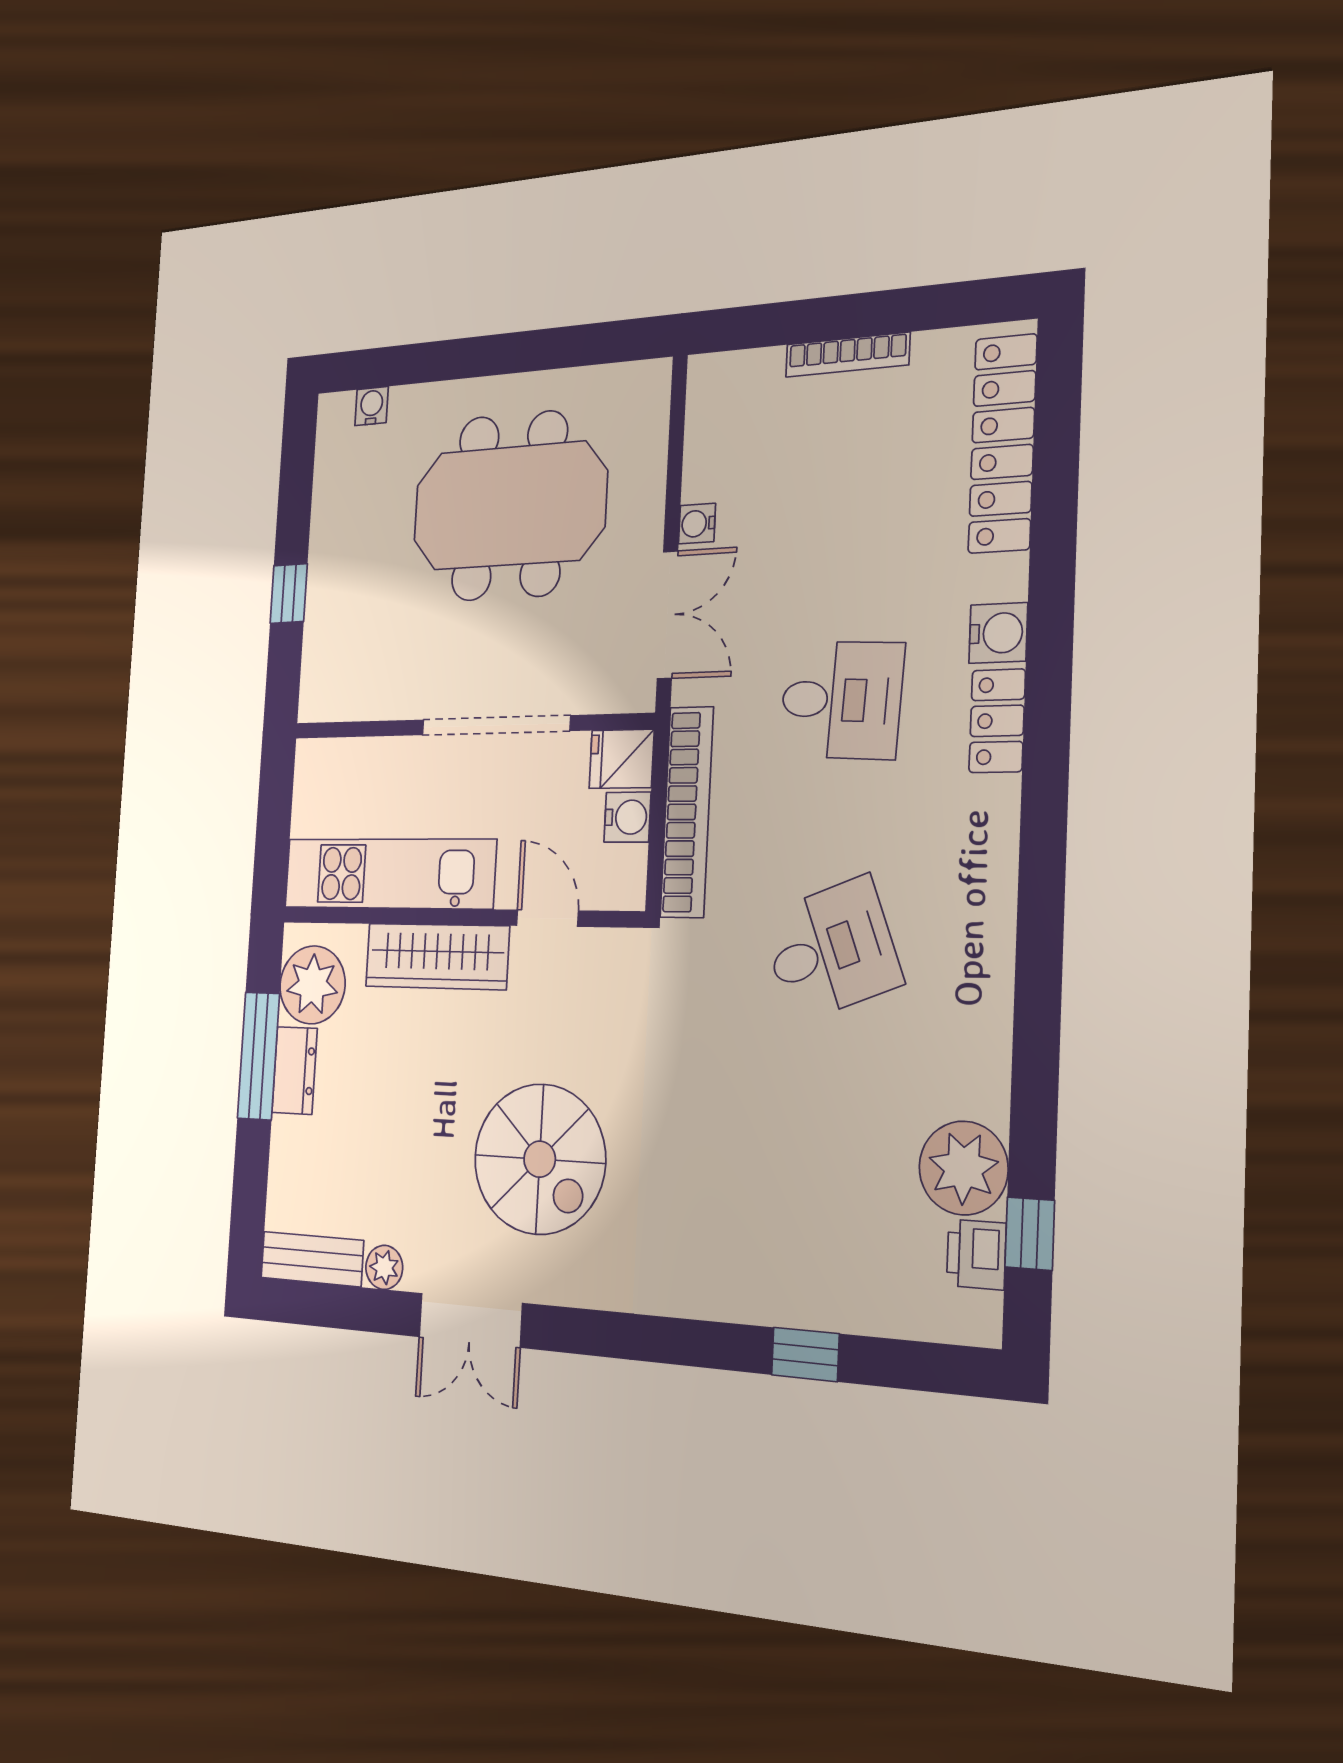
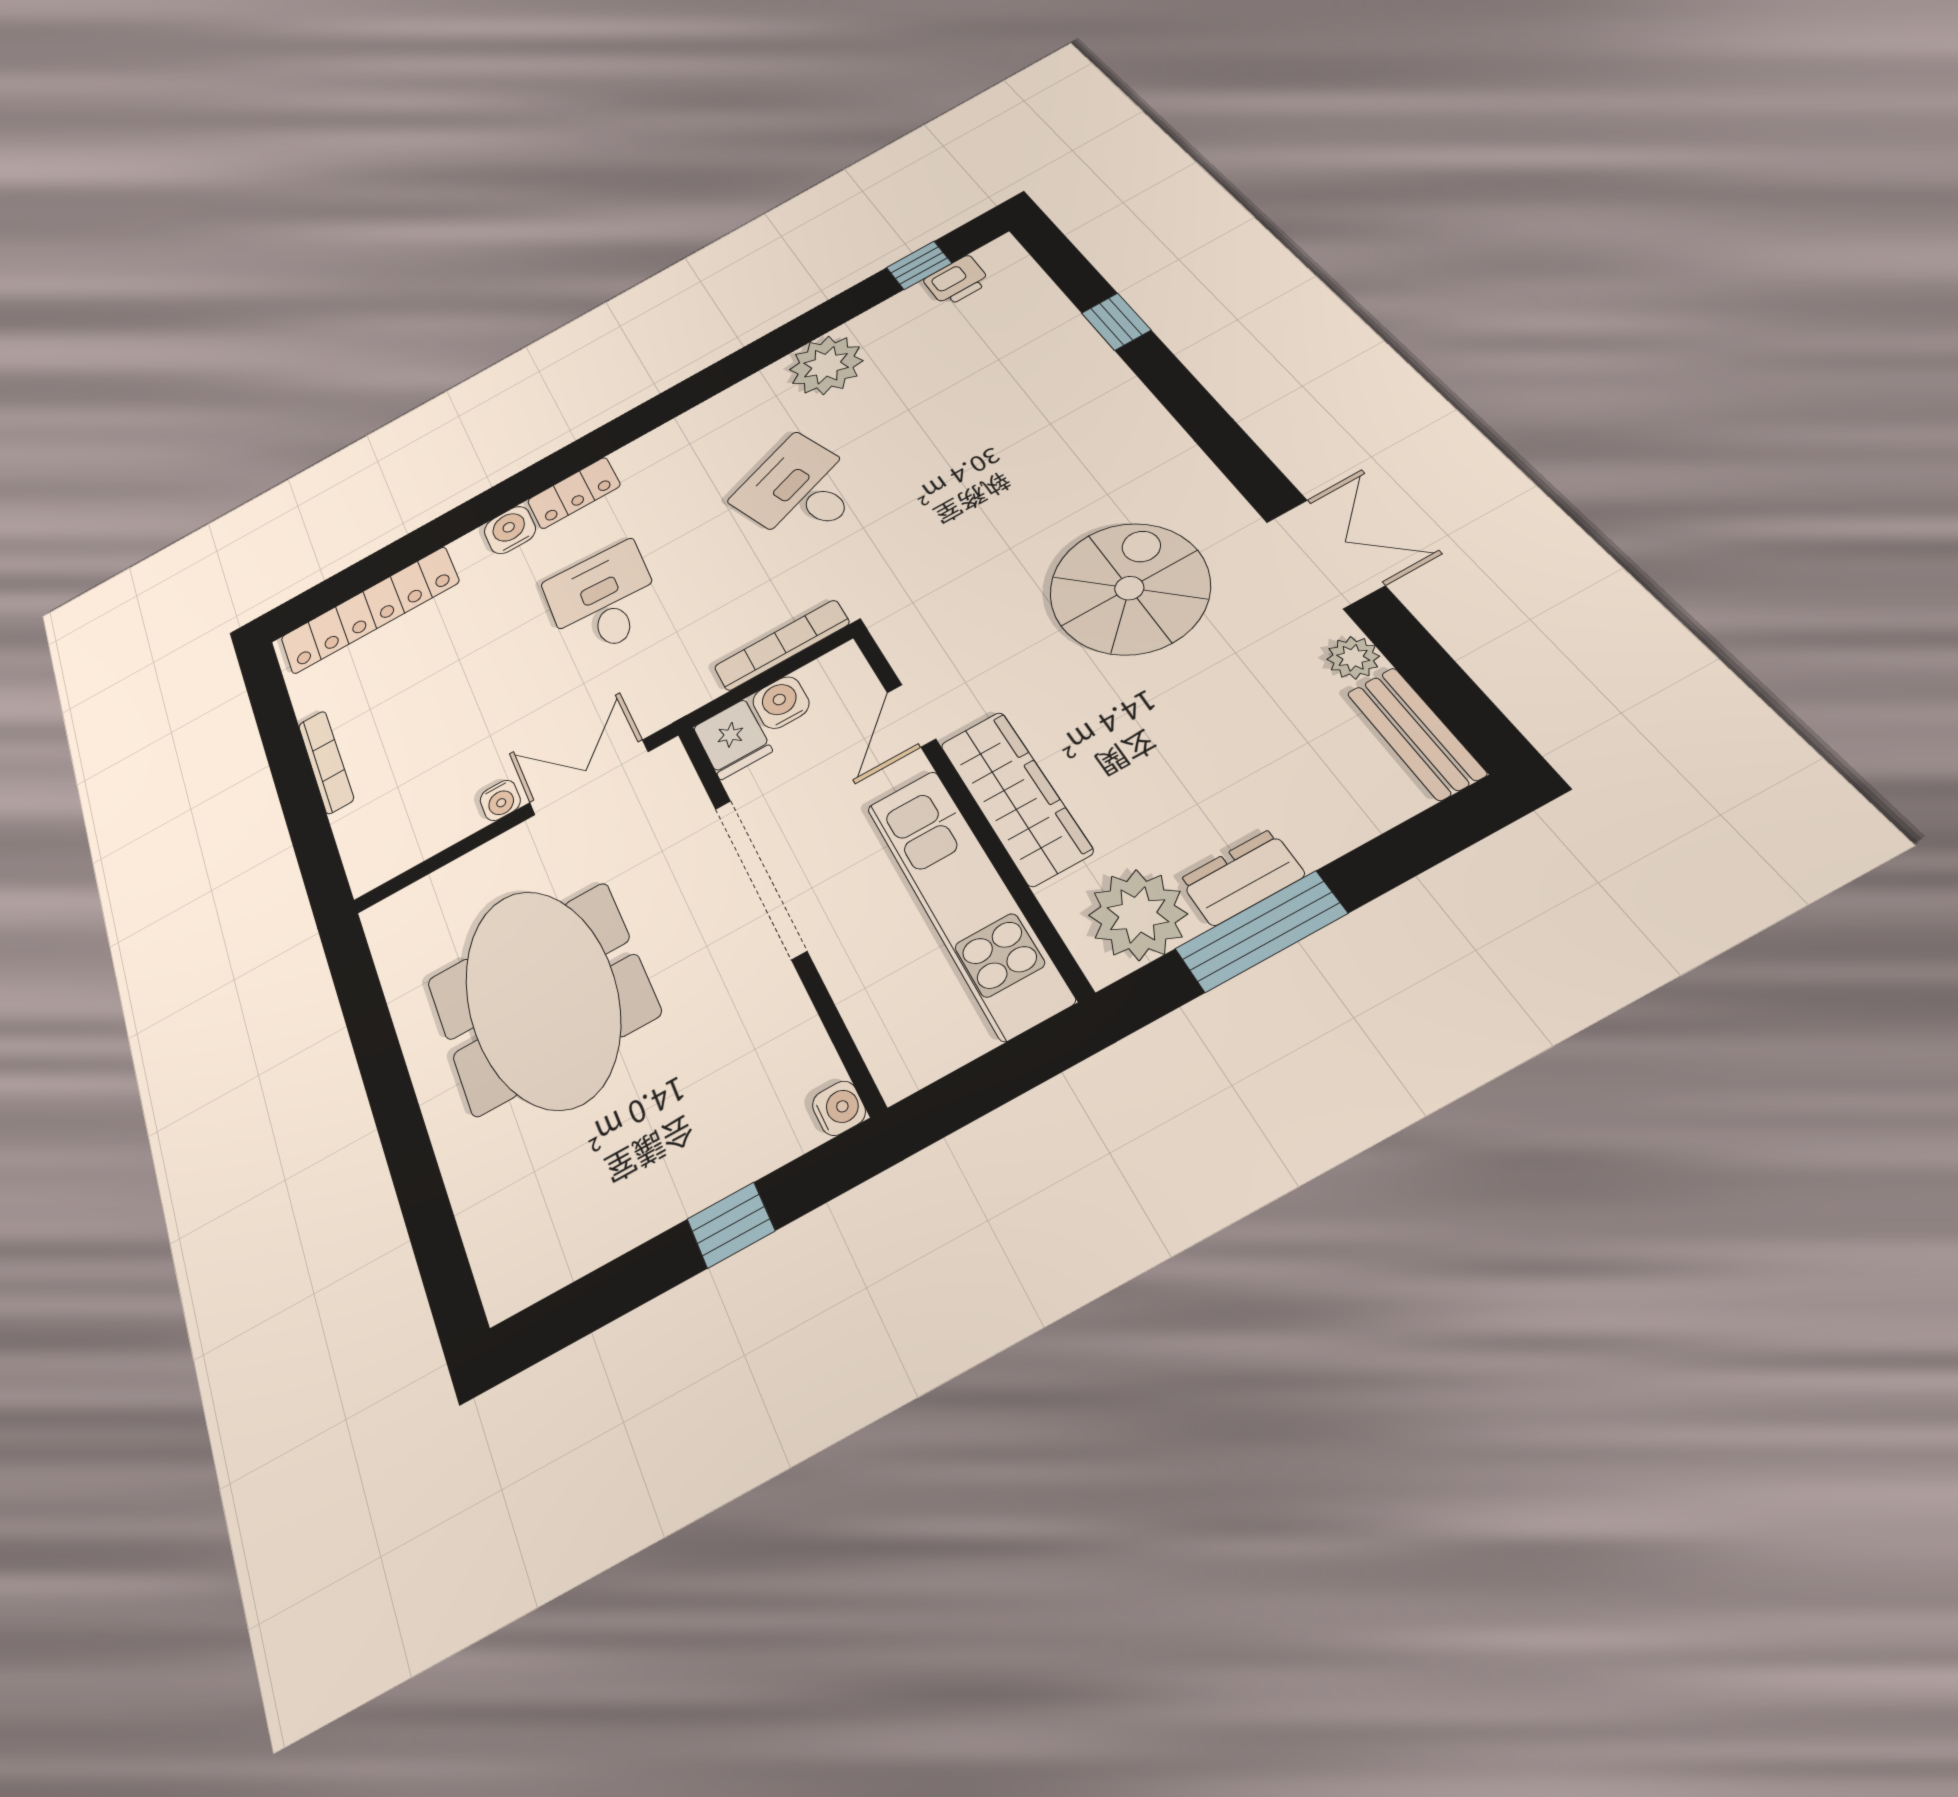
water cooler: (371, 406) -> (839, 1108), moved, turned 180
bookcase: (687, 812) -> (782, 645), width x0.68, depth x0.76
plant: (963, 1168) -> (826, 365), moved

